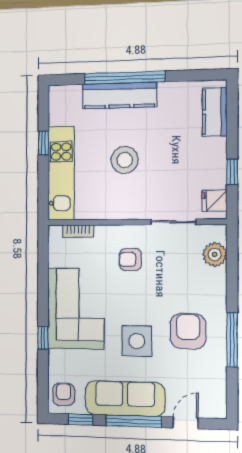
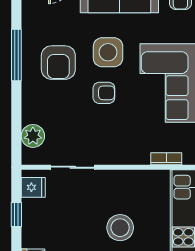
armchair: (130, 259) -> (104, 93), moved

